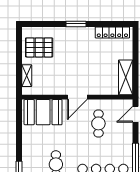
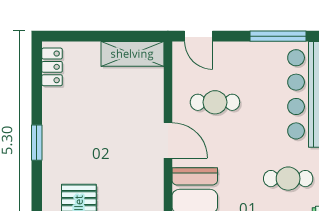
locker: (112, 32) -> (52, 67), width x0.66

